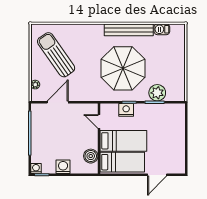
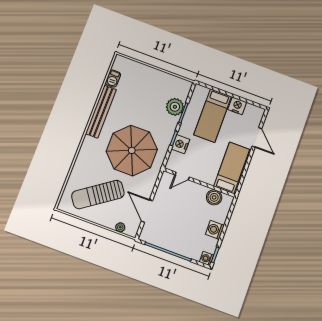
parasol: (123, 68) -> (132, 150), moved
bed: (123, 141) -> (213, 116), moved, turned 180
nightstand: (179, 147) -> (237, 106), added

